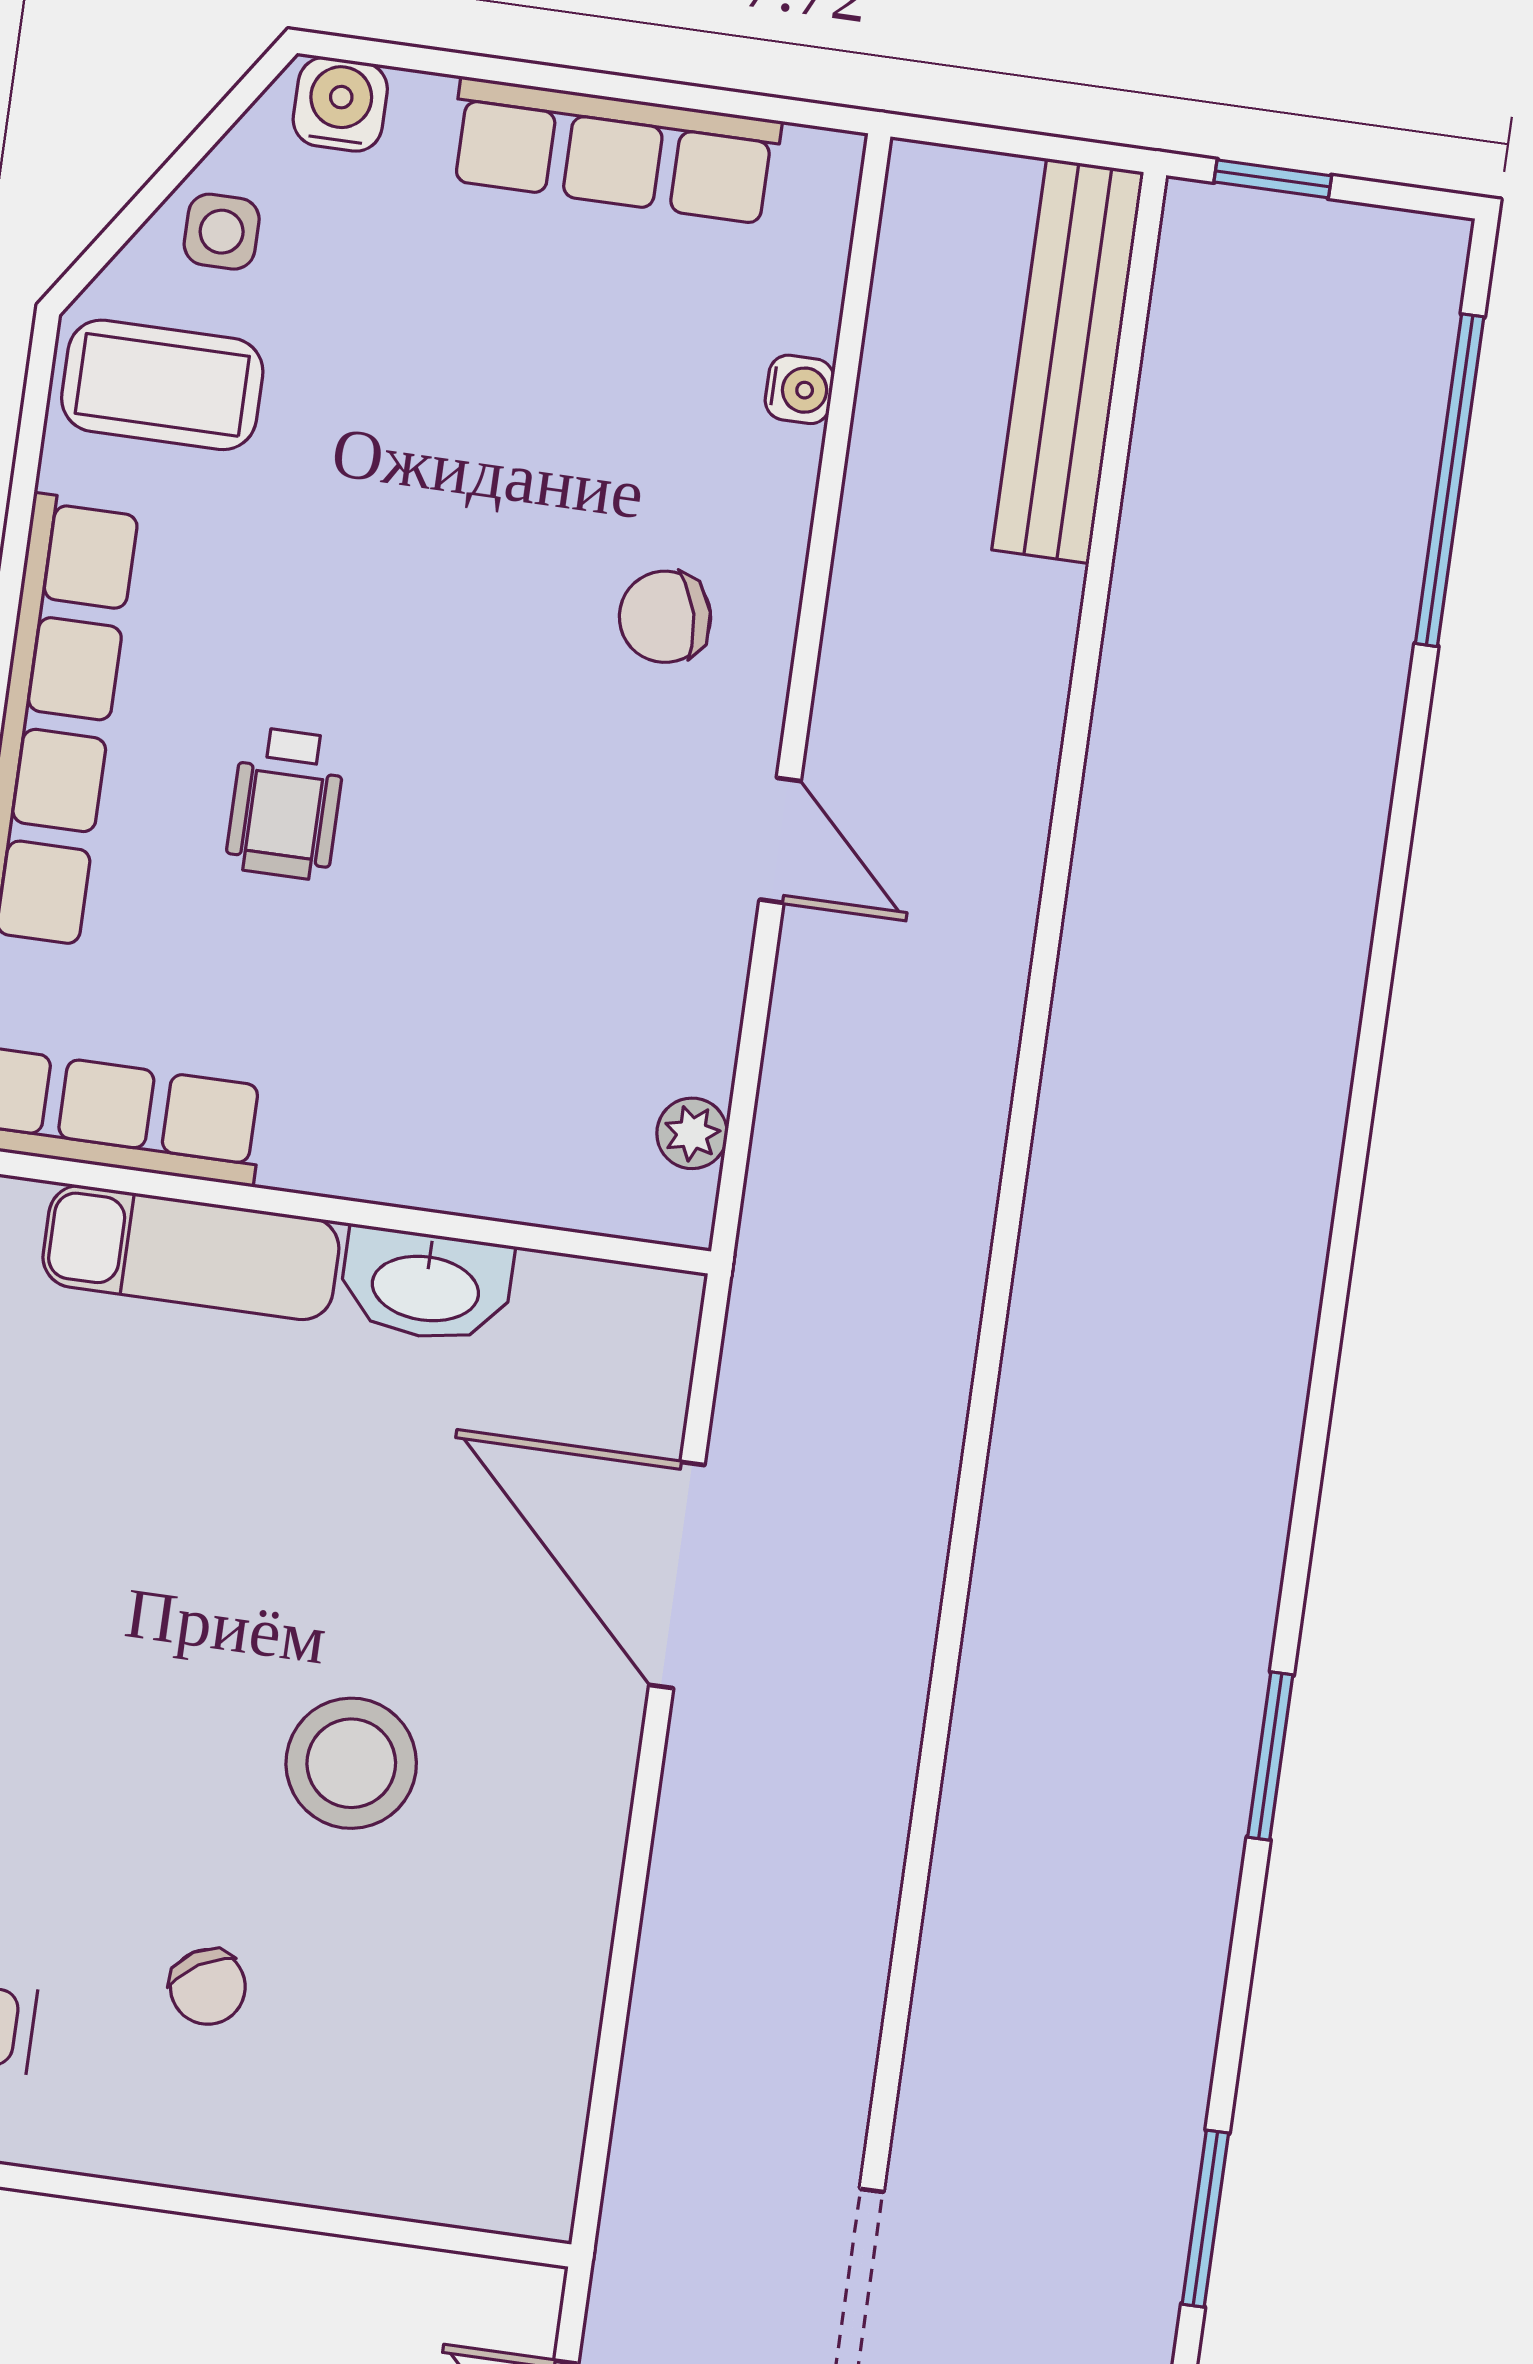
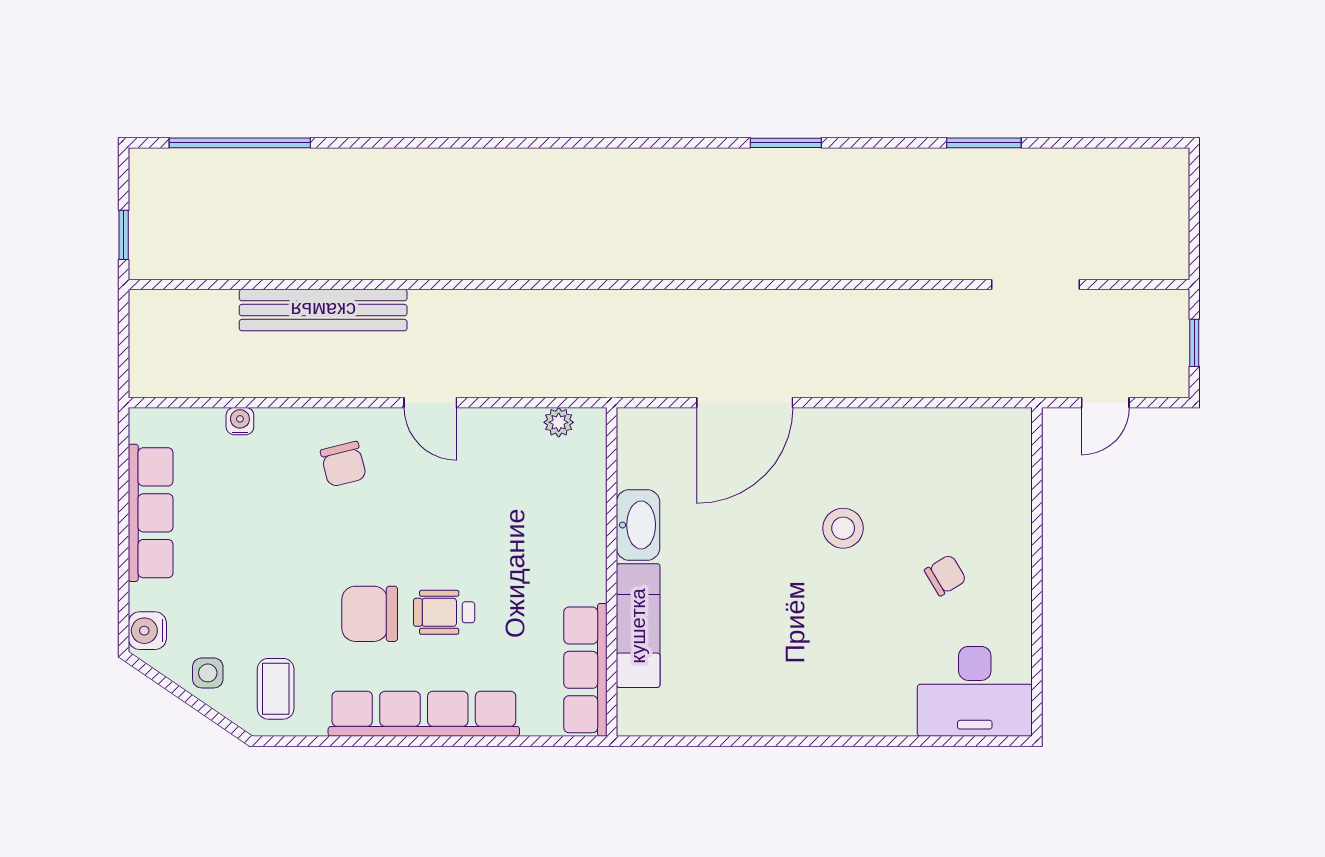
bench: (1068, 361) -> (323, 310), moved
coffee table: (162, 385) -> (276, 689), width x0.73, depth x0.77
chair: (307, 629) -> (370, 614), added
wheelchair: (286, 803) -> (444, 612), turned 180
door: (780, 840) -> (430, 403), swing flipped
stool: (351, 1763) -> (843, 528), width x0.73, depth x0.73

